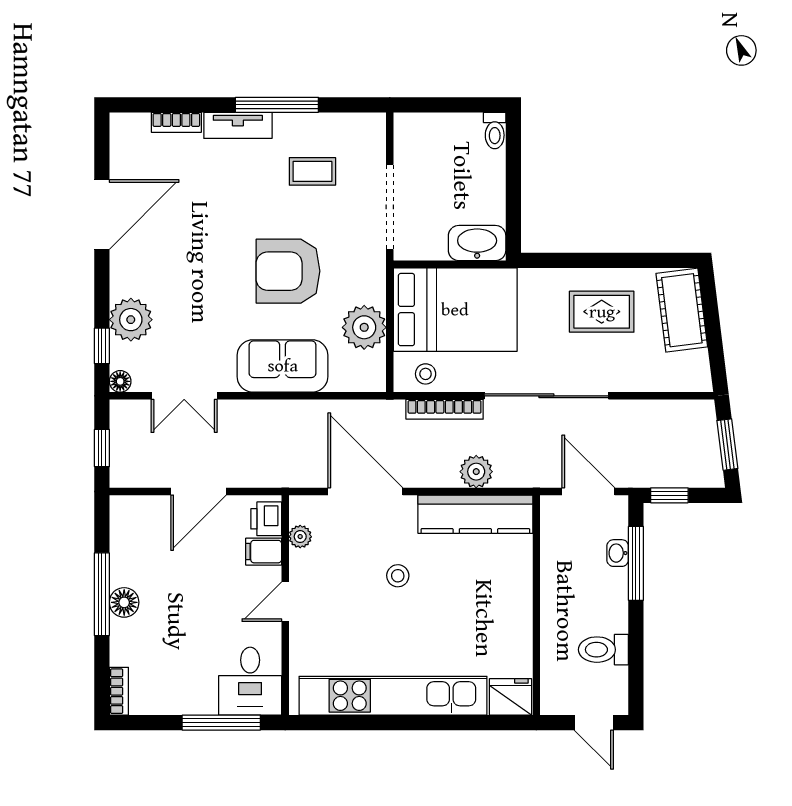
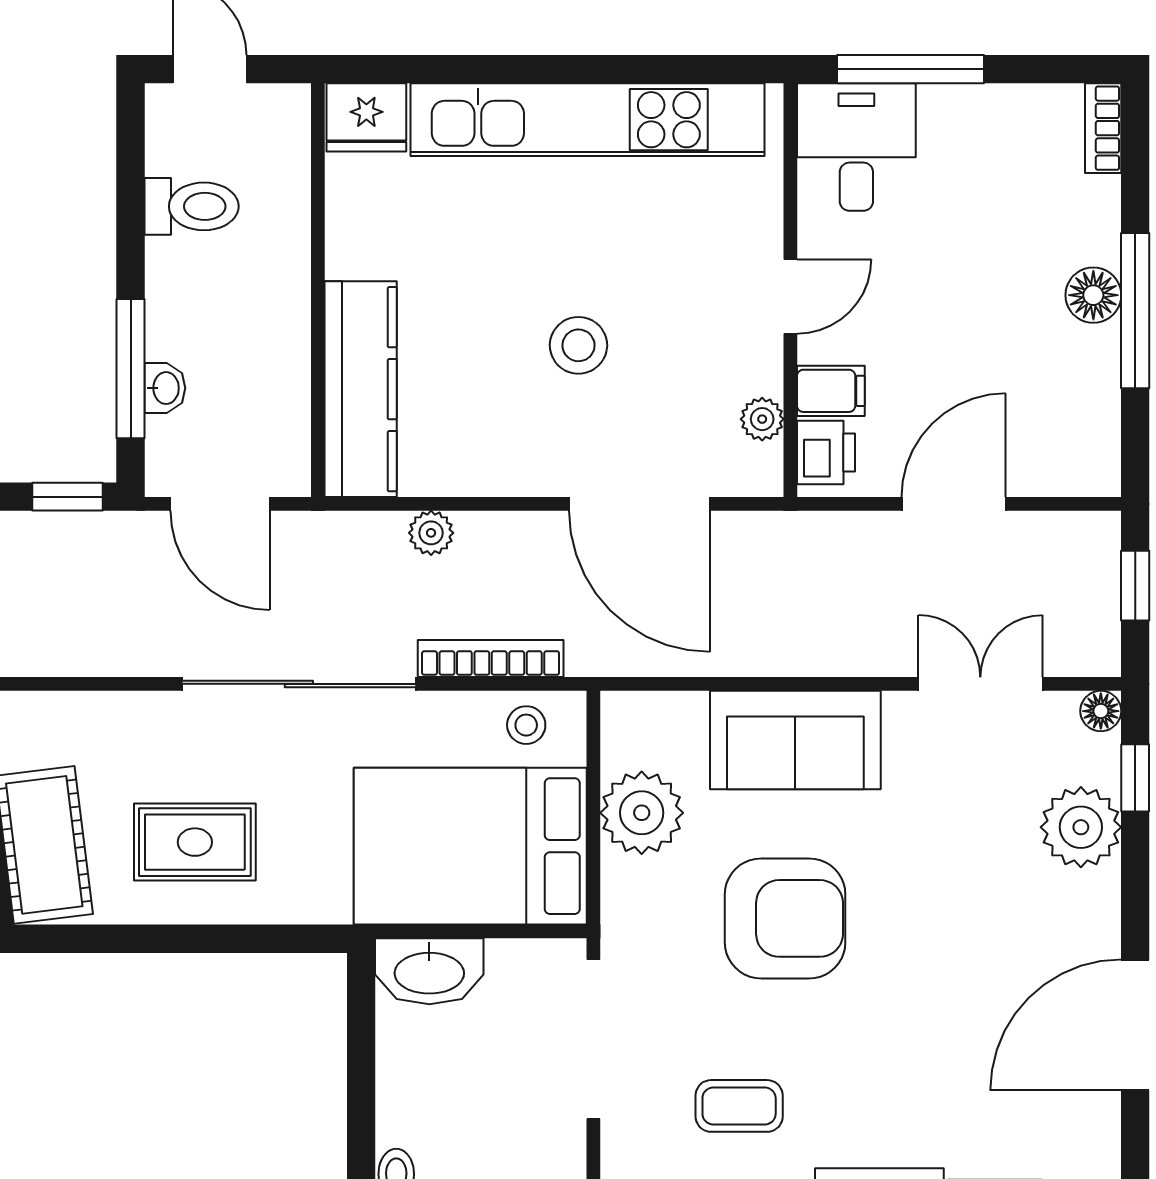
plant: (476, 472) -> (431, 533), width x0.73, depth x0.73
kitchen counter: (475, 514) -> (361, 389), moved, turned 90
stool: (398, 576) -> (578, 345), width x1.37, depth x1.37

